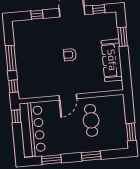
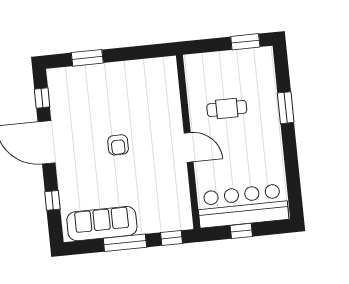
sofa: (112, 60) -> (102, 224), moved, turned 180
window: (16, 116) -> (241, 231), moved
cafe table: (91, 120) -> (227, 108), width x0.73, depth x0.74
window: (52, 159) -> (292, 173), removed

